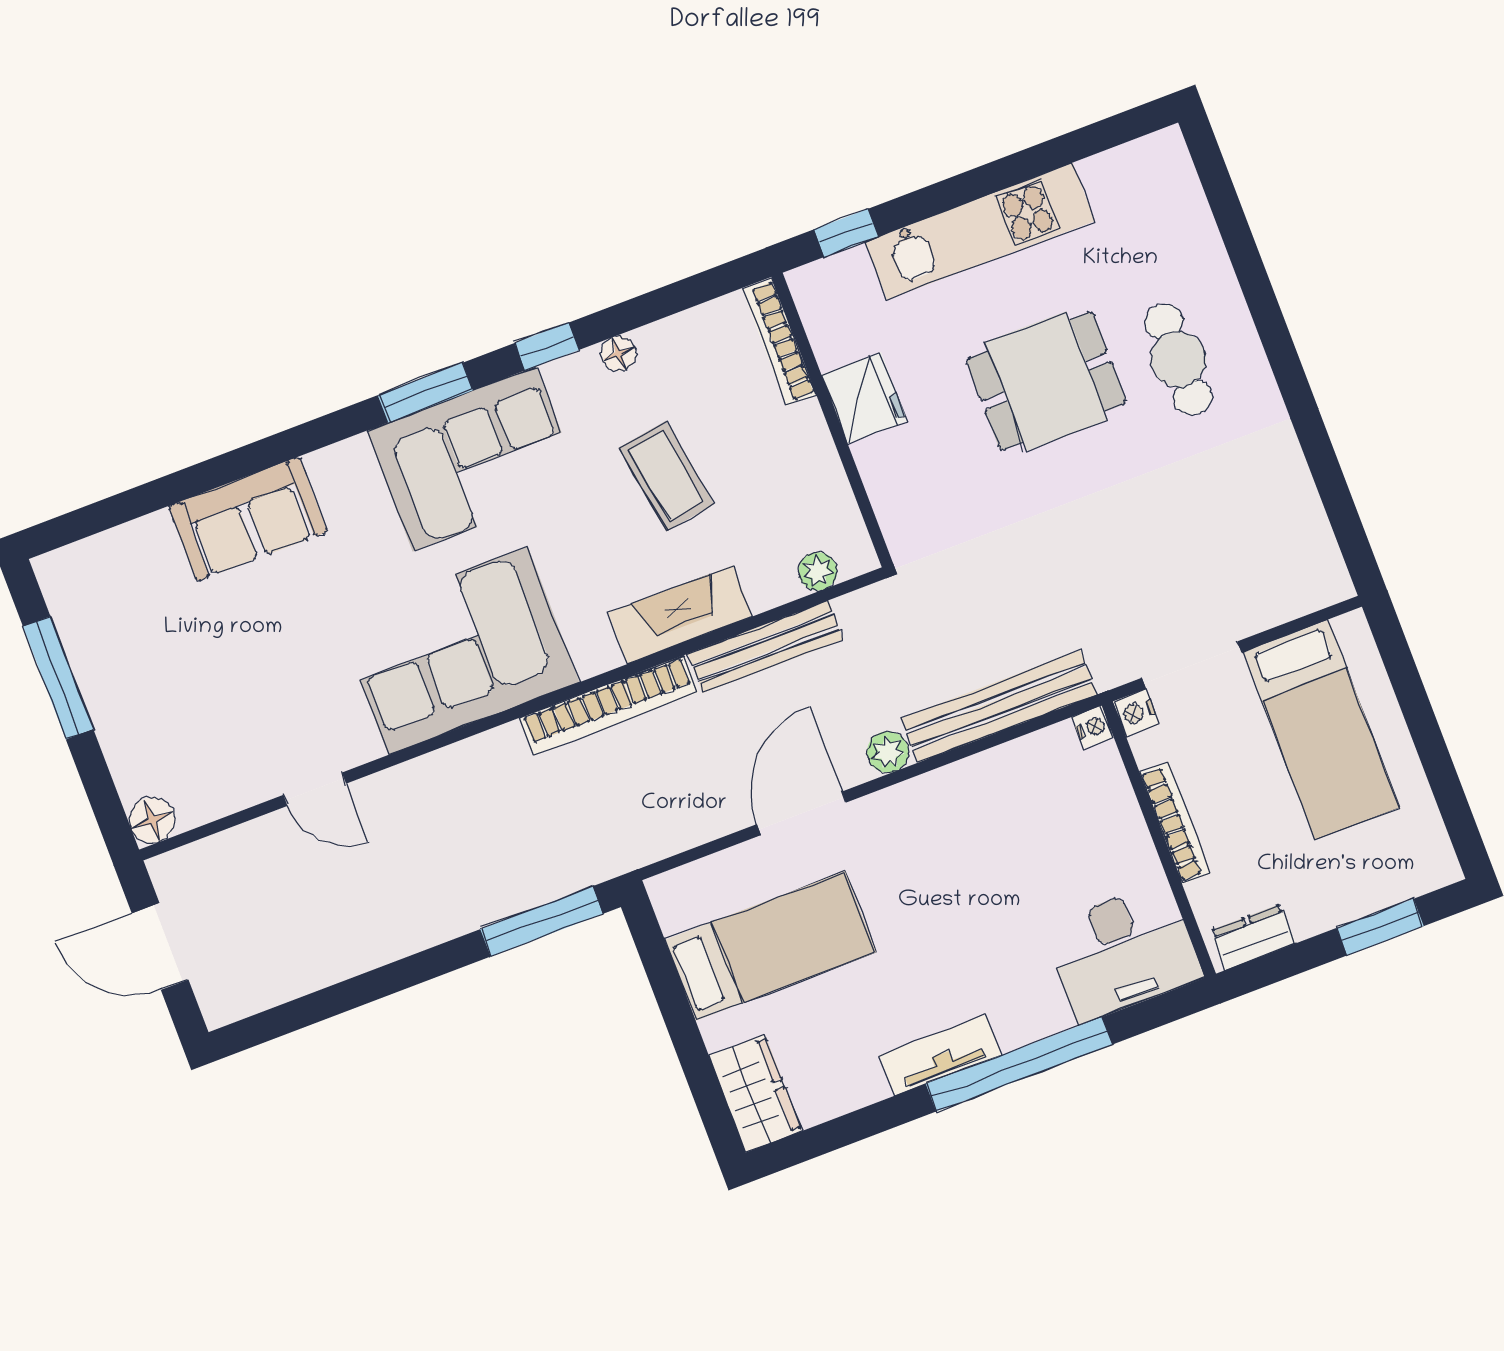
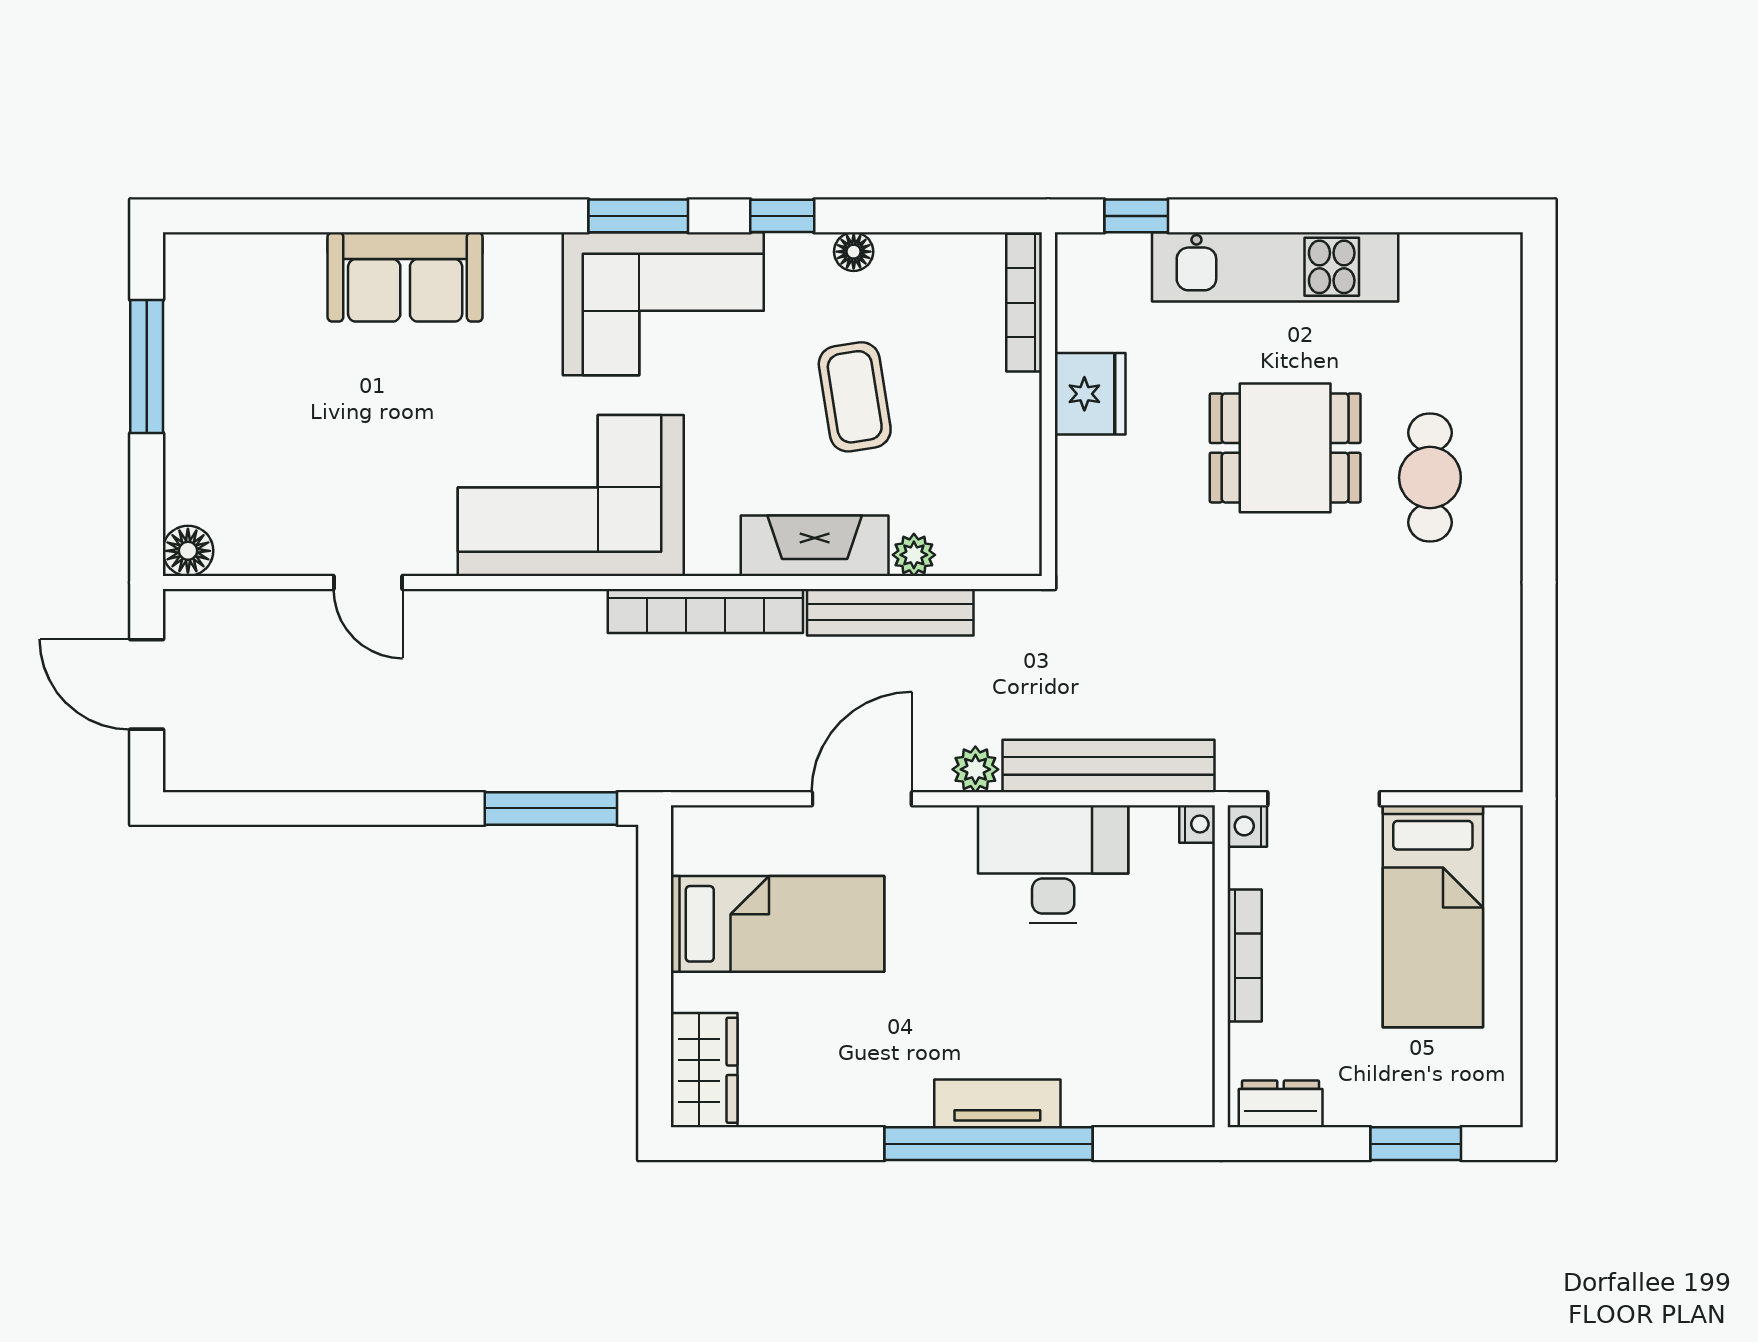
plant: (818, 571) -> (914, 555), moved
desk: (1123, 952) -> (1053, 864), moved, turned 180
tv unit: (940, 1055) -> (997, 1103), moved

